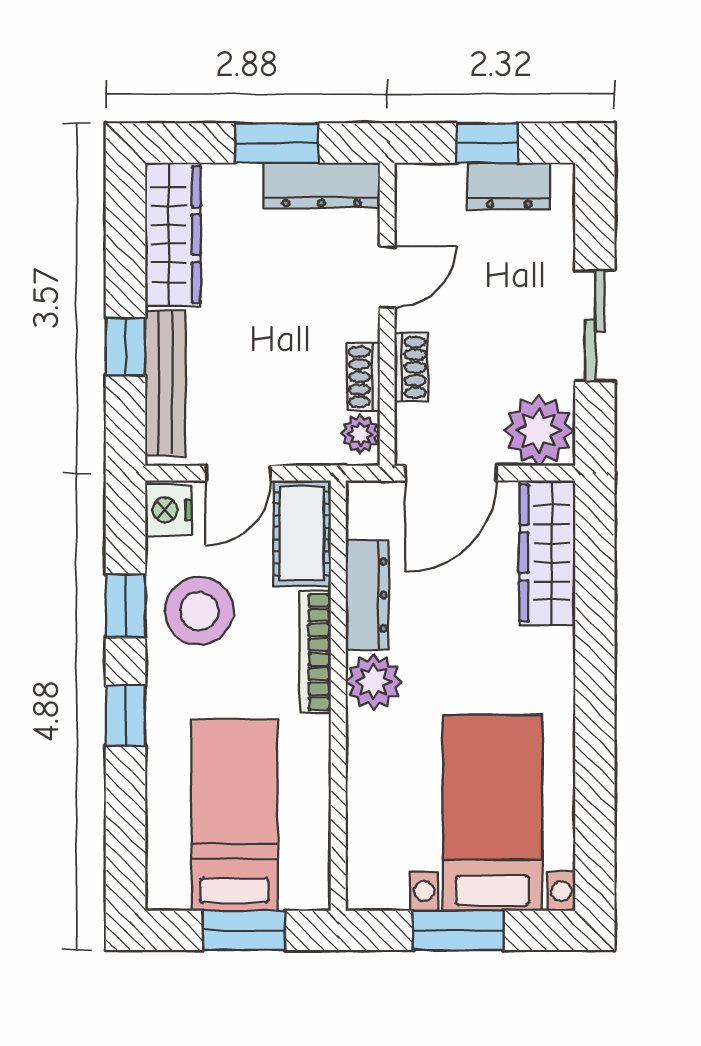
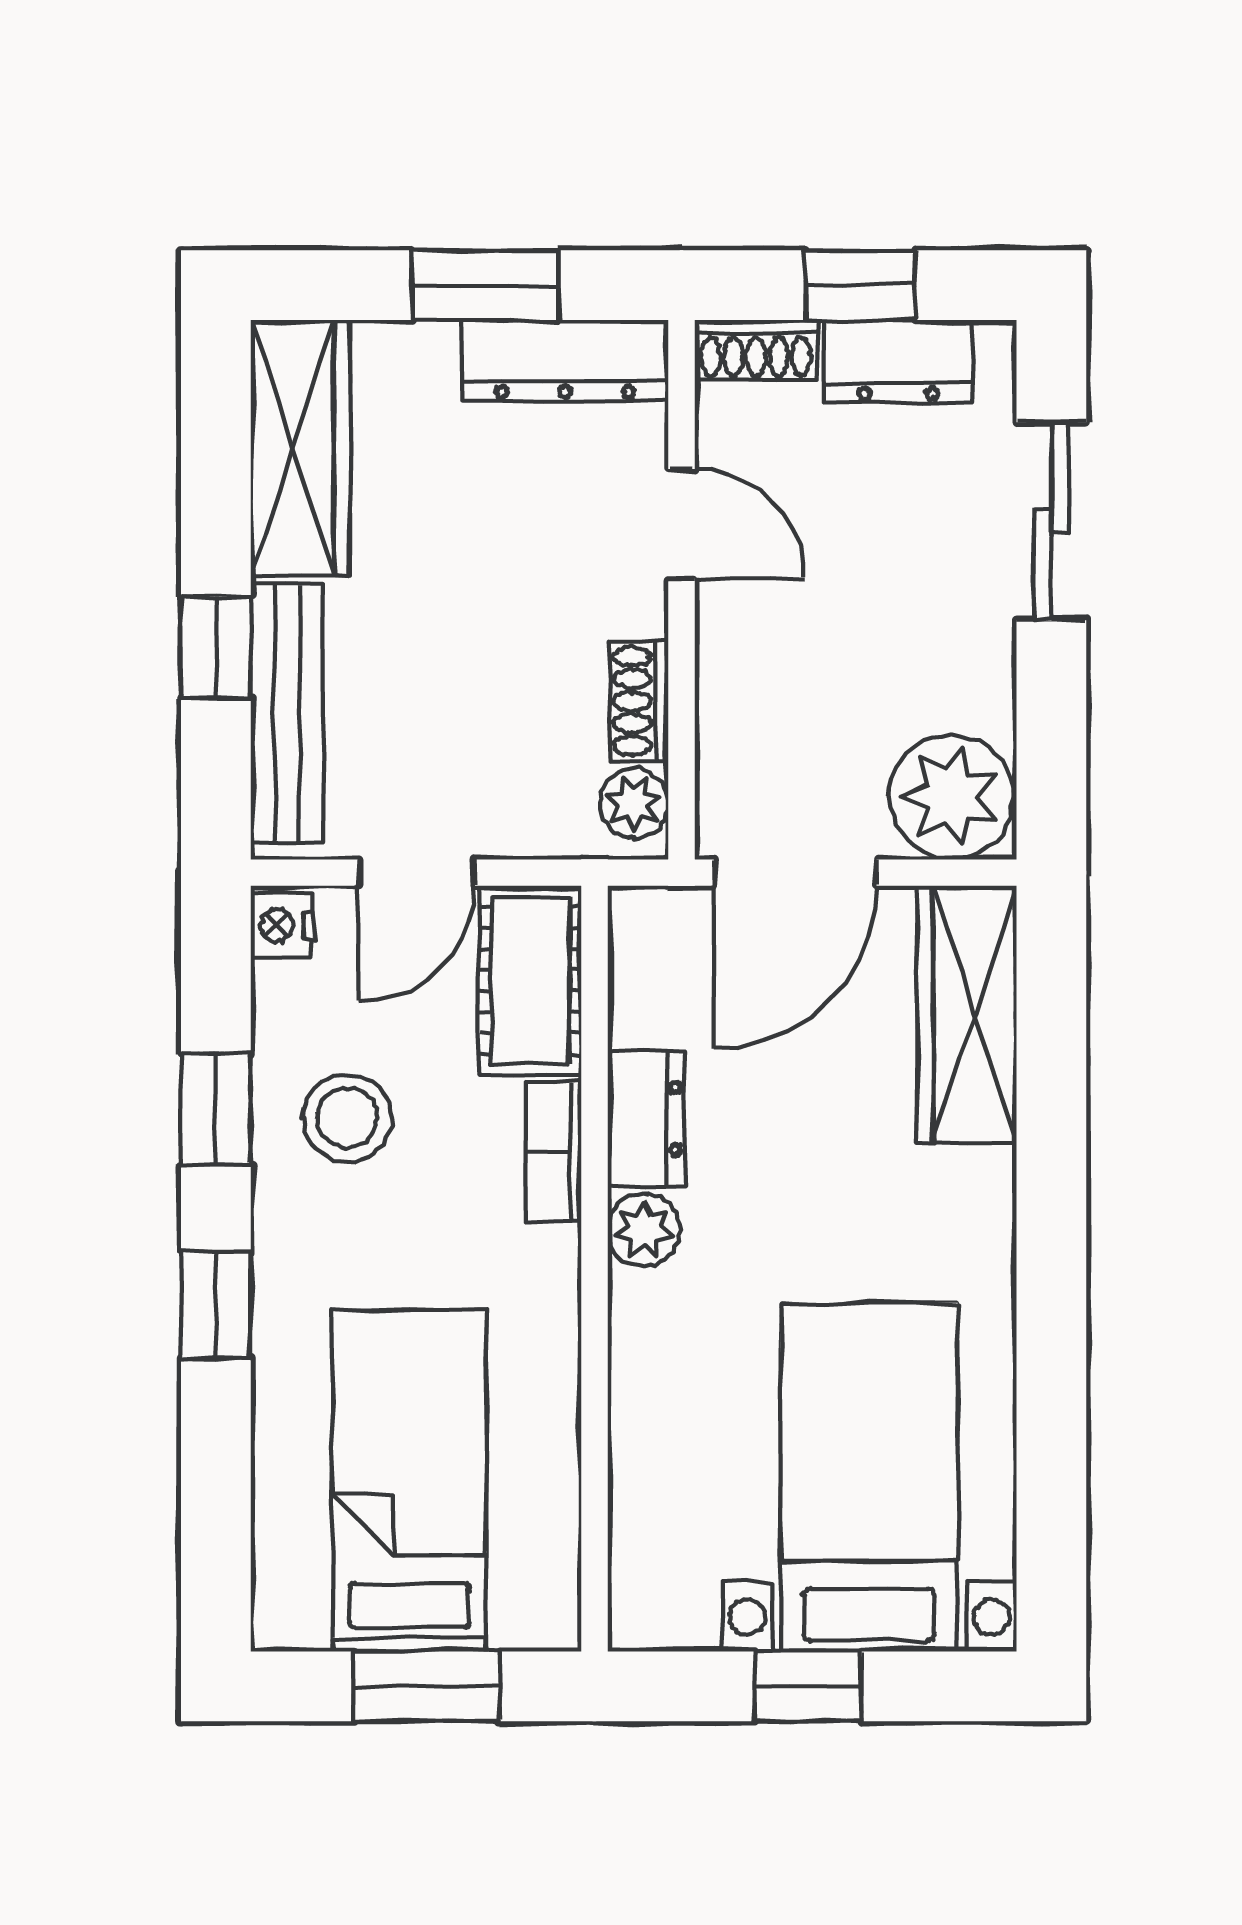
door: (387, 277) -> (681, 524), hinge flipped
sliding door: (595, 326) -> (1051, 521), moved
shoe rack: (411, 367) -> (756, 350), moved, turned 90
nightstand: (169, 510) -> (282, 925), width x0.72, depth x0.74
dresser: (367, 595) -> (646, 1119), width x0.70
stool: (199, 611) -> (347, 1118), width x0.73, depth x0.73
bookcase: (315, 652) -> (553, 1152), width x0.64
plant: (374, 682) -> (644, 1230), width x0.73, depth x0.73
window: (458, 930) -> (808, 1686), width x0.67

